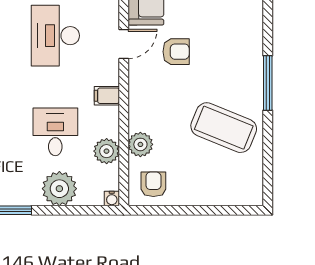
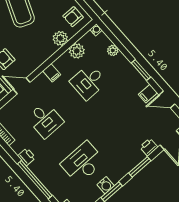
desk: (55, 36) -> (45, 120), width x0.73
plant: (59, 189) -> (113, 50), width x0.53, depth x0.53

